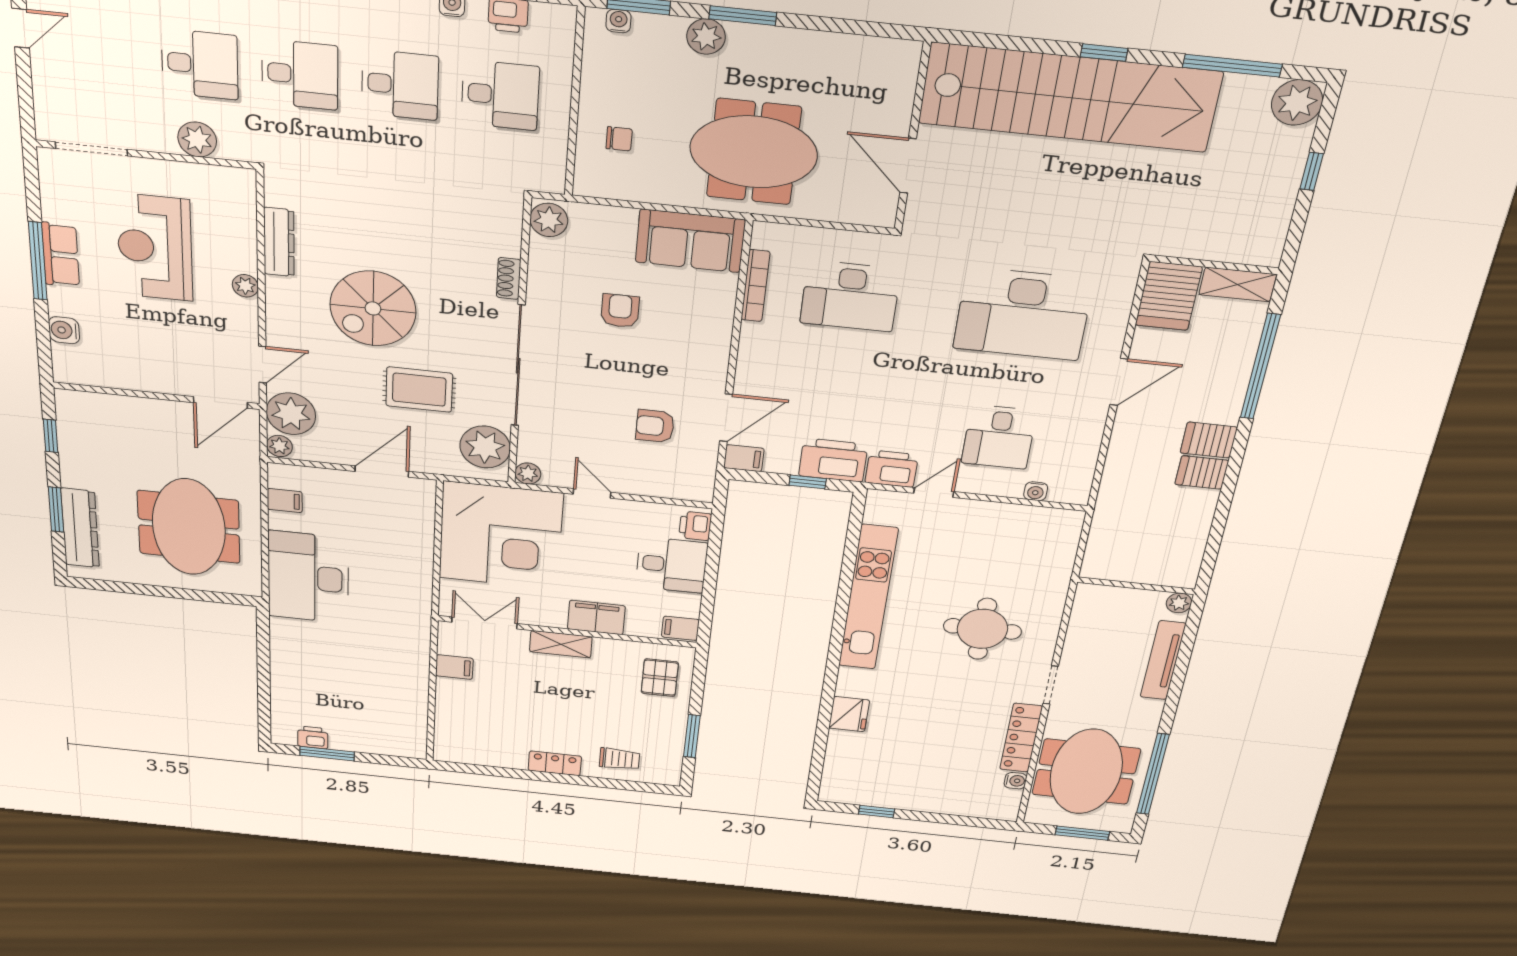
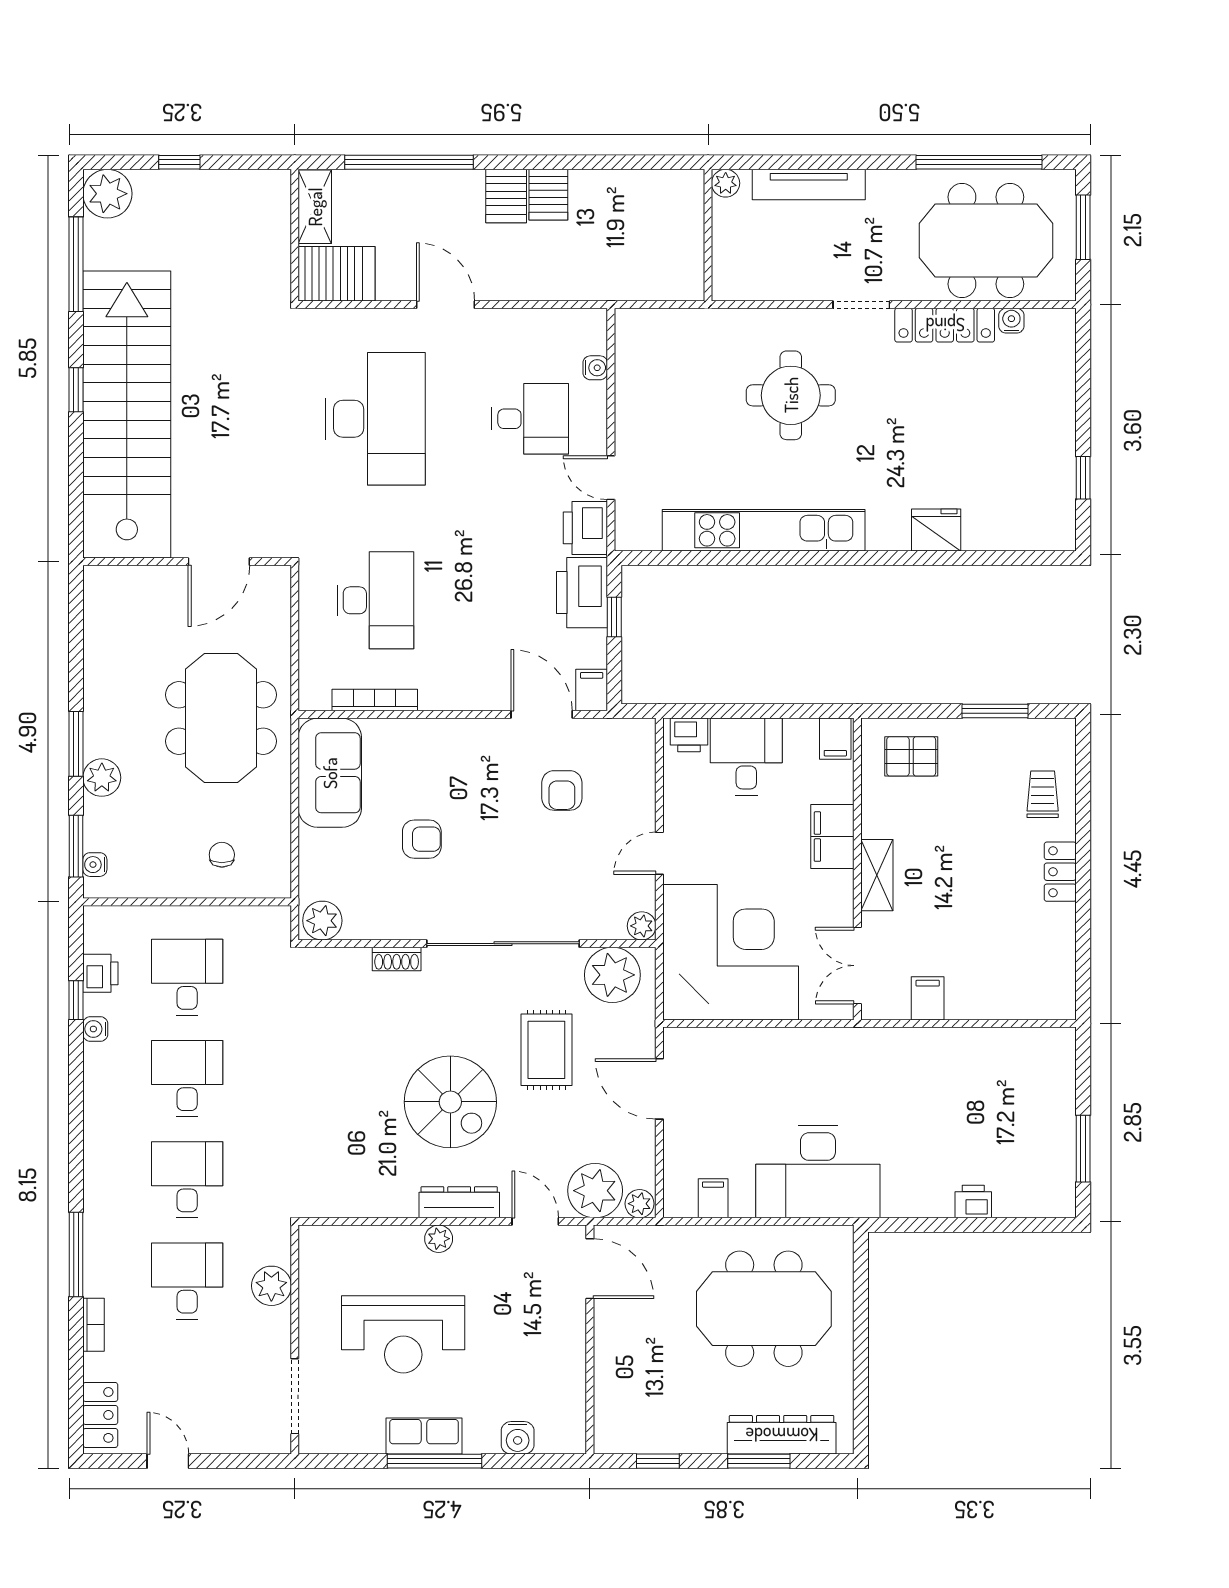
dresser: (279, 242) -> (459, 1202), moved
armchair: (620, 311) -> (422, 839), turned 180
printer: (313, 737) -> (973, 1202), moved, turned 90

